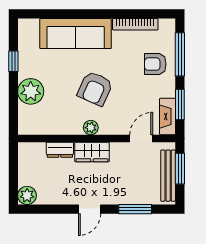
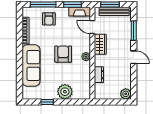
armchair: (95, 88) -> (63, 54), turned -114
wardrobe: (92, 152) -> (100, 44), moved

